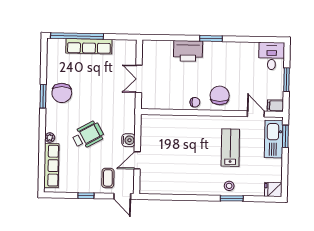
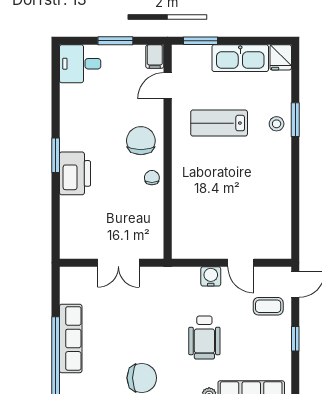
printer: (188, 51) -> (75, 173), moved
chair: (220, 95) -> (141, 141), turned 90
wheelchair: (88, 135) -> (204, 338), turned -151
kitchen sink: (274, 139) -> (240, 58), moved

